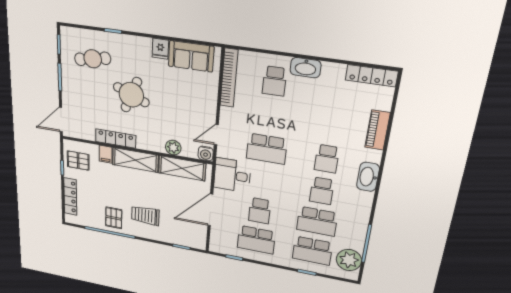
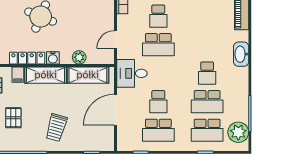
water cooler: (206, 154) -> (53, 58), moved
school desk: (327, 159) -> (158, 16), moved
trolley: (145, 215) -> (56, 128), turned -74
pallet: (114, 218) -> (13, 118), moved

